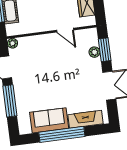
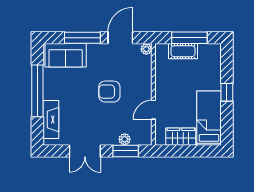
armchair: (54, 71) -> (109, 92), added
sofa: (49, 120) -> (66, 55), moved, turned 90

